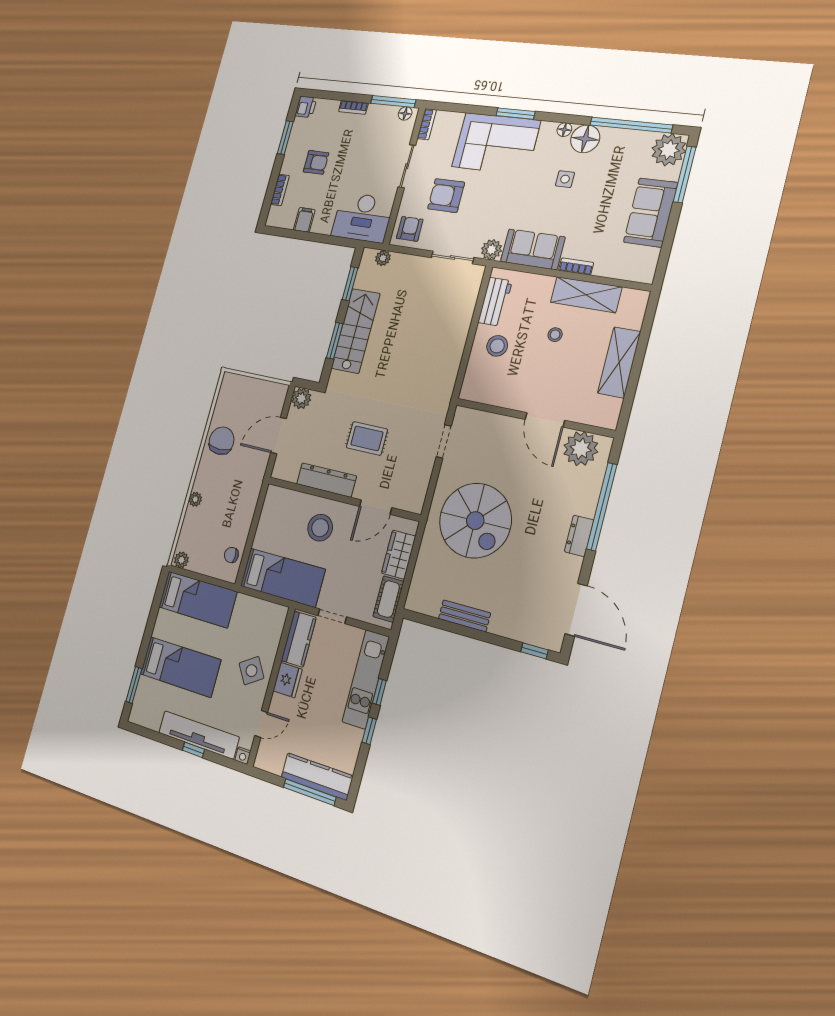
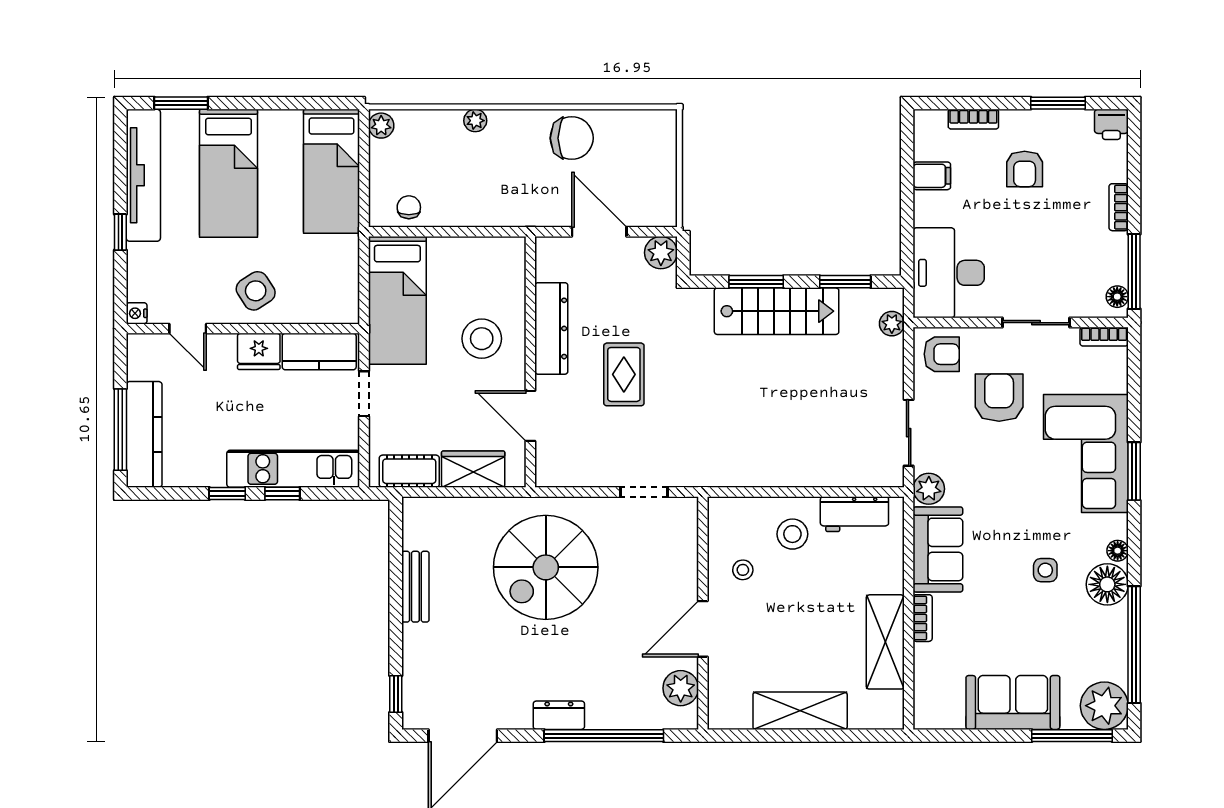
stool: (555, 335) -> (743, 570), moved
plant: (581, 449) -> (681, 688), width x0.73, depth x0.73
tv unit: (199, 735) -> (143, 175), moved

